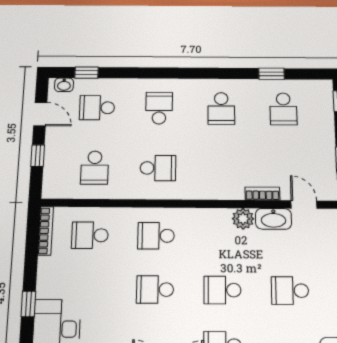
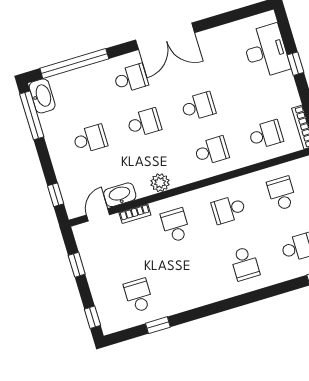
school desk: (221, 108) -> (175, 225), moved
door: (304, 205) -> (98, 215), swing flipped
plant: (243, 219) -> (160, 183), moved

